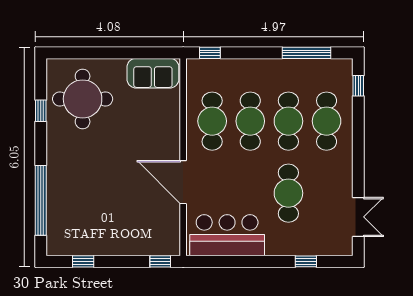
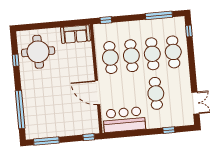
window: (83, 261) -> (46, 141), width x2.17

